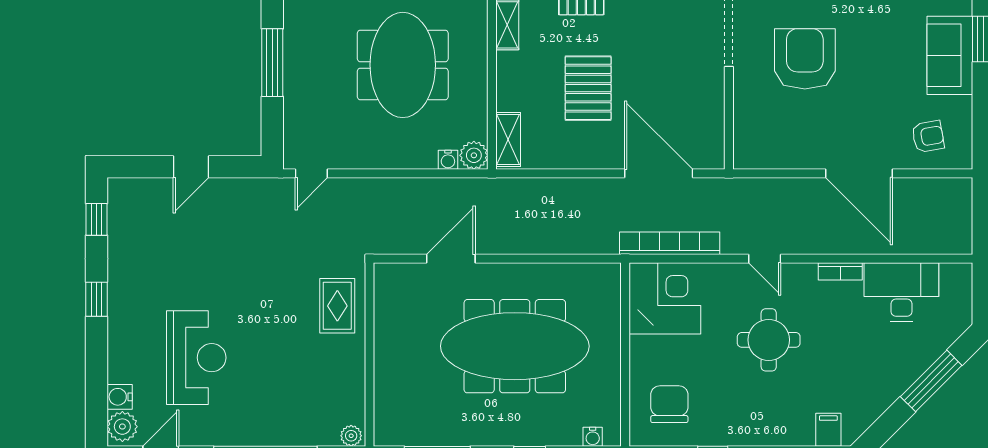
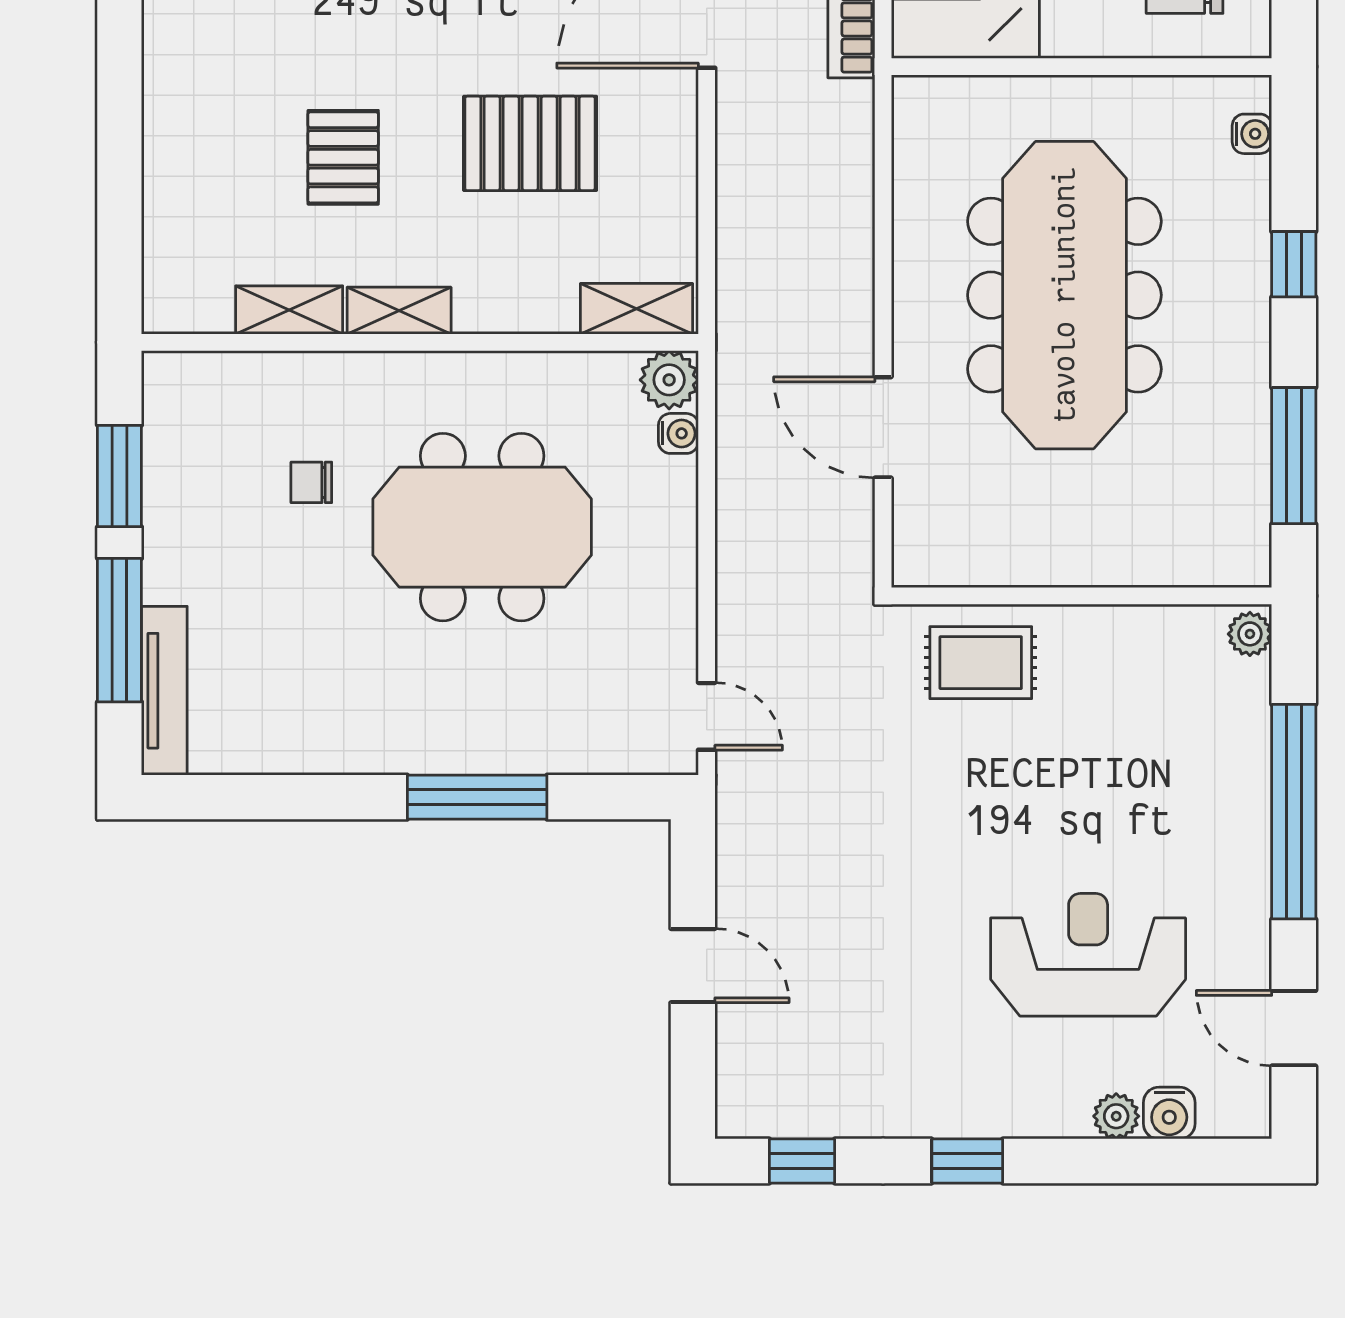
plant: (122, 427) -> (1116, 1116), moved, width x0.73, depth x0.73

